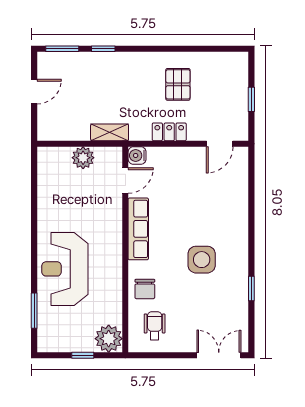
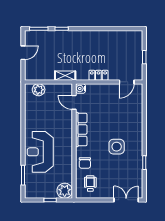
pallet: (178, 84) -> (103, 49), removed
plant: (83, 158) -> (39, 90), moved
door: (125, 180) -> (74, 102), swing flipped

